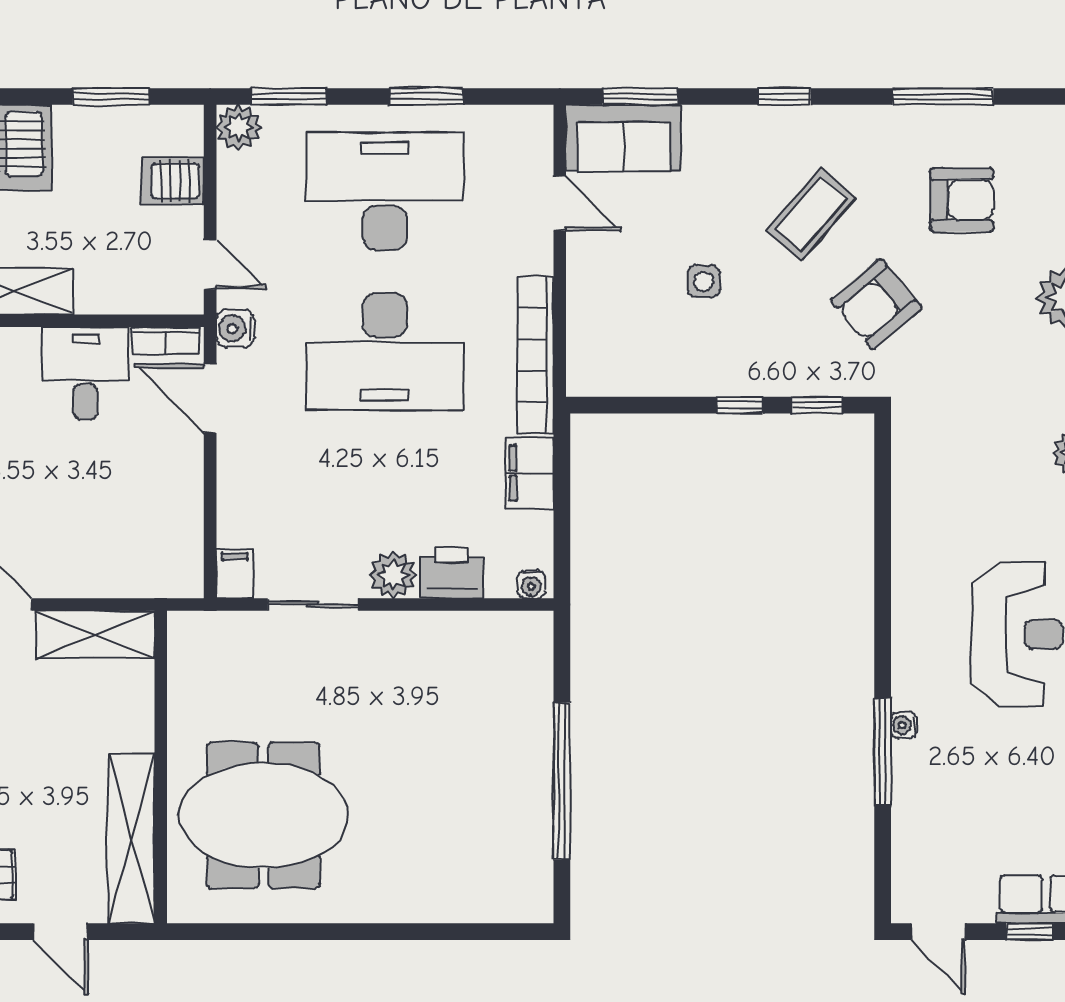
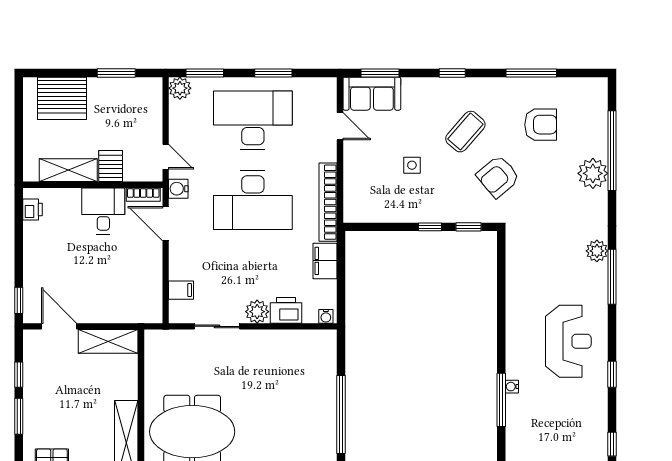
server rack: (173, 181) -> (111, 166), moved, turned 90
filing cabinet: (235, 574) -> (181, 290), moved, turned 90

